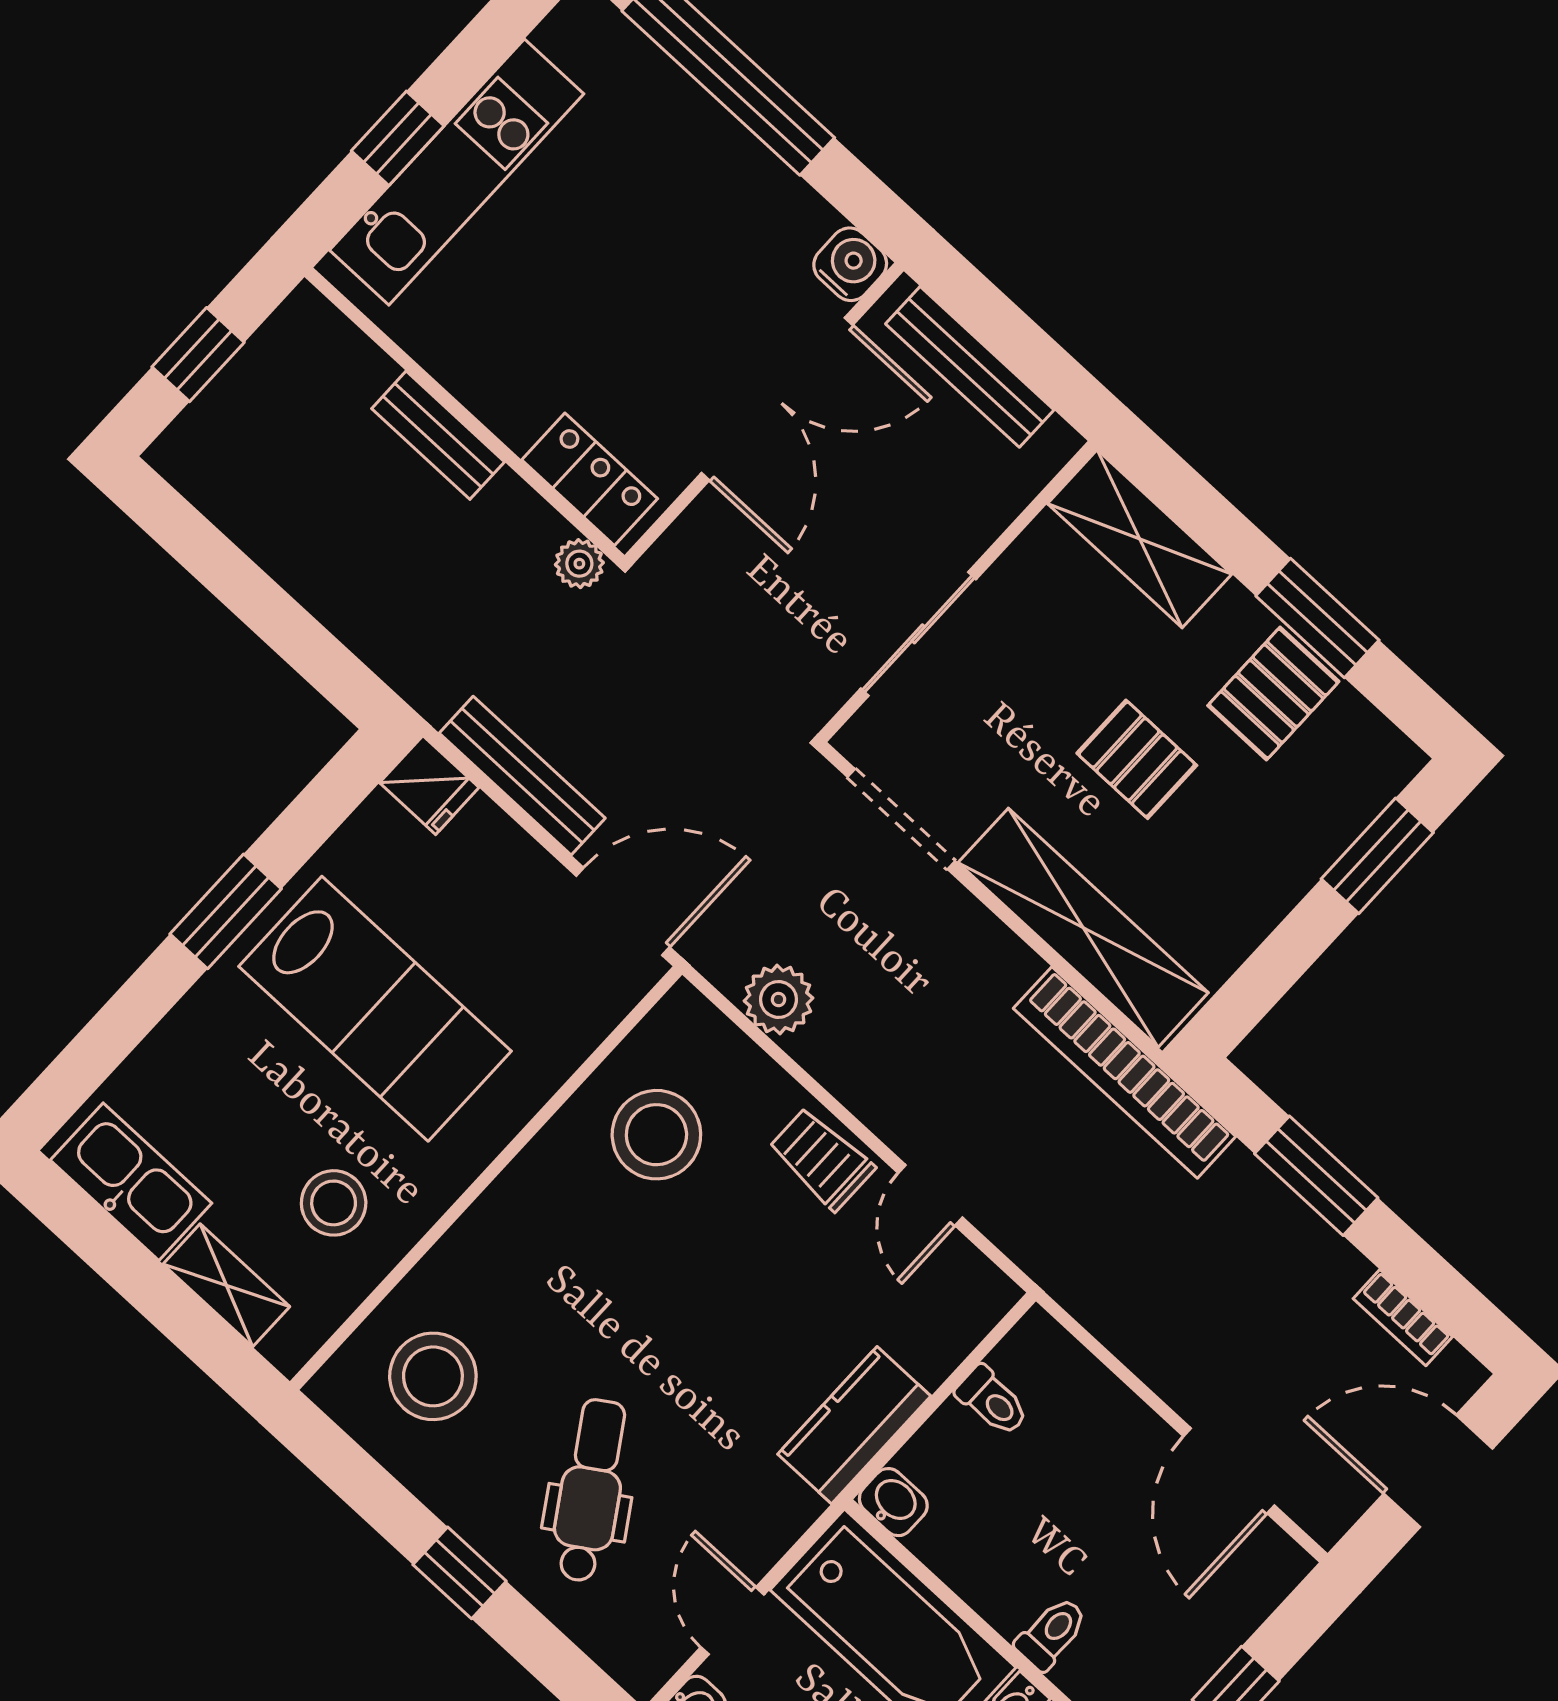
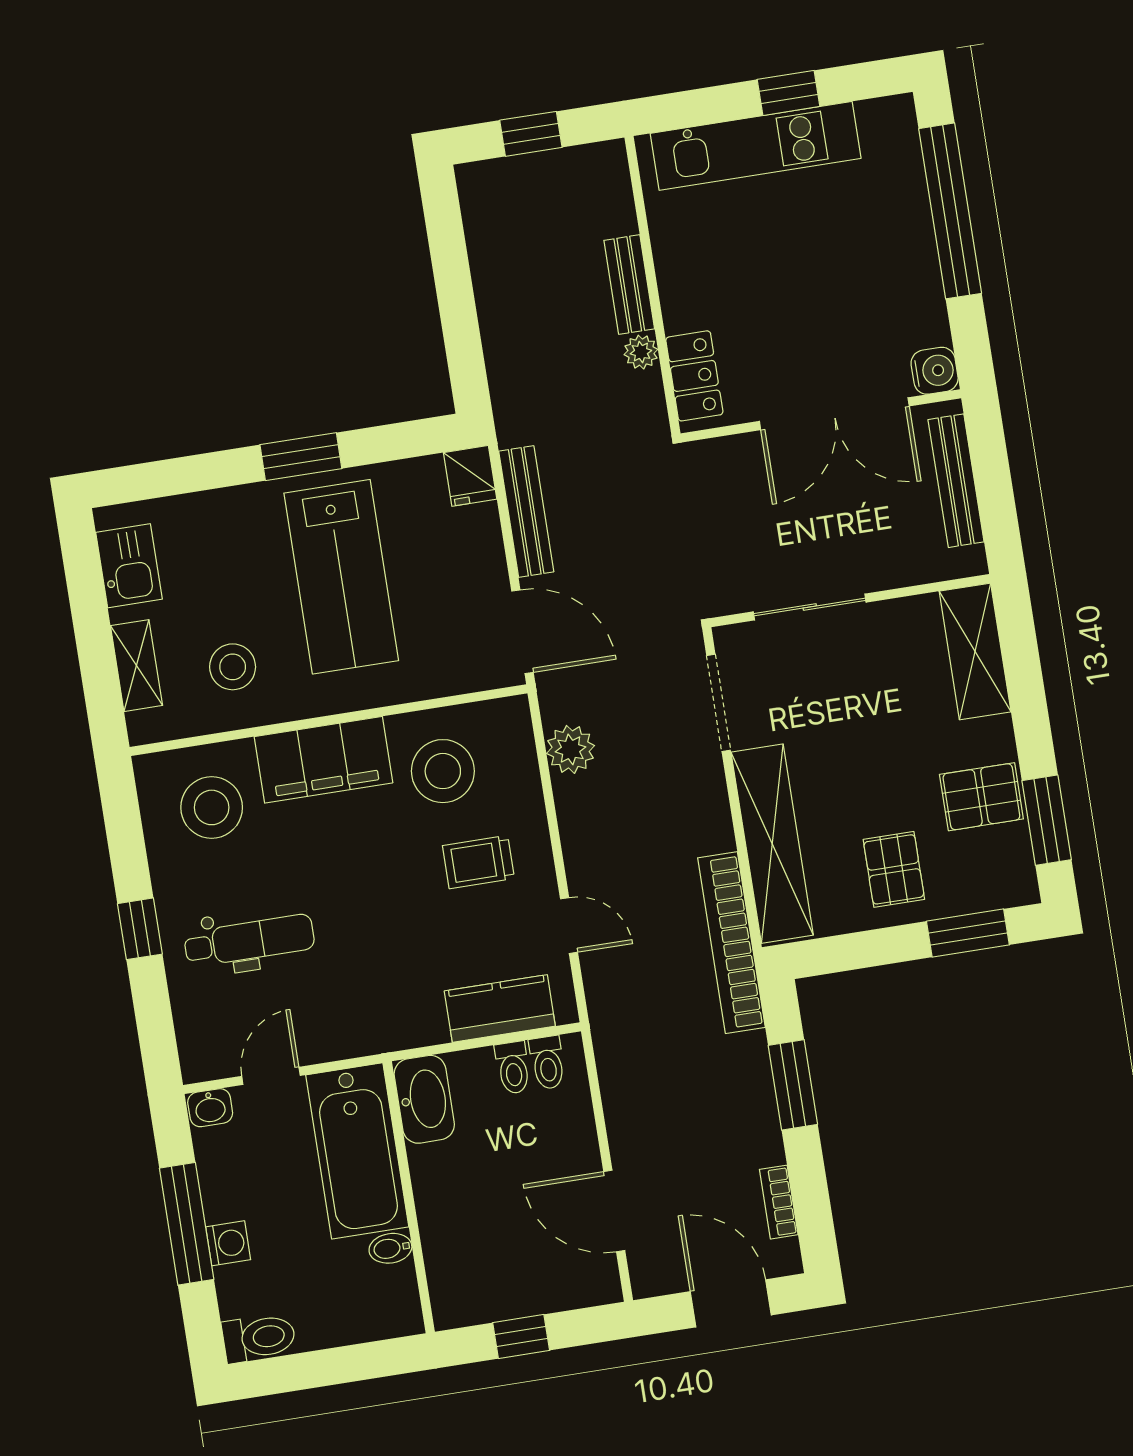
window: (398, 138) -> (788, 93), moved
plant: (579, 564) -> (641, 352), moved
window: (1317, 618) -> (1047, 820), moved
pallet: (1137, 759) -> (894, 869), moved
trolley: (822, 1159) -> (478, 862), moved, turned -90
kitchen sink: (131, 1182) -> (129, 566), width x0.73
door: (930, 1195) -> (569, 926), swing flipped
filing cabinet: (515, 1226) -> (323, 760), added
kitchen counter: (854, 1425) -> (500, 1009), moved
door: (1229, 1471) -> (614, 1211), hinge flipped
dental chair: (591, 1490) -> (249, 941), turned 33
washbasin: (893, 1502) -> (424, 1099), width x1.91, depth x1.45
toilet: (1052, 1633) -> (547, 1063), moved, turned 90

